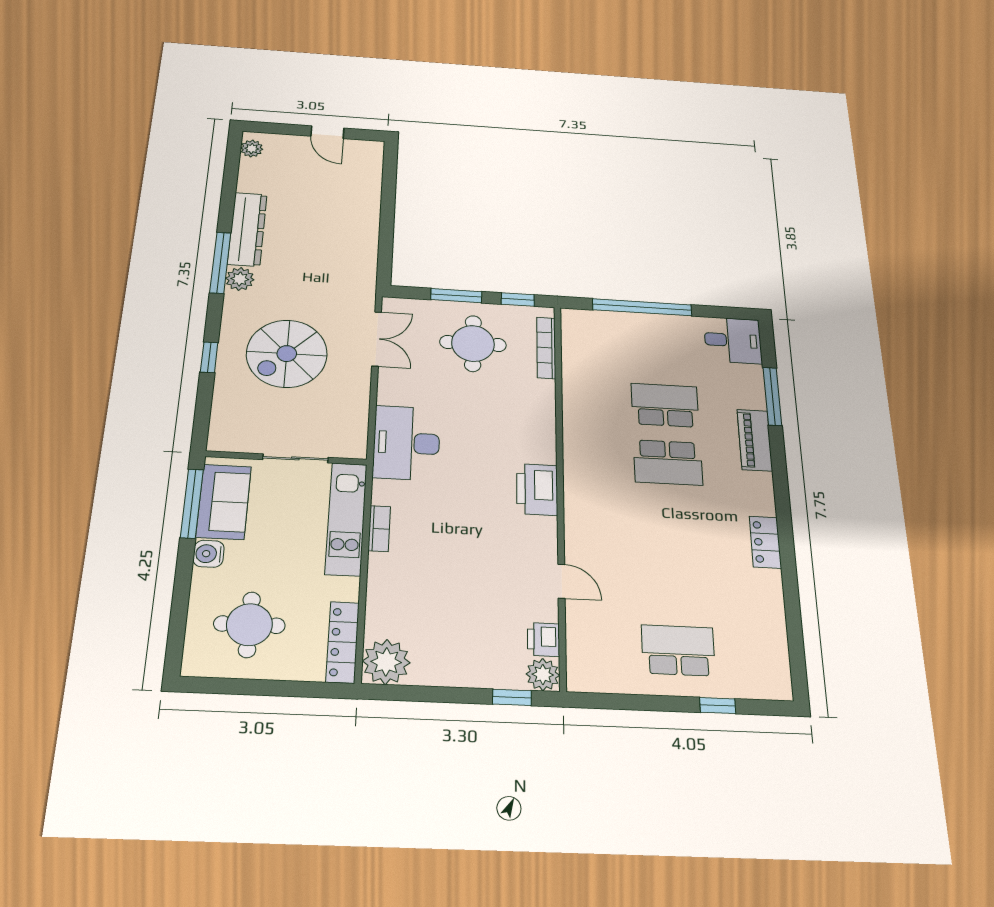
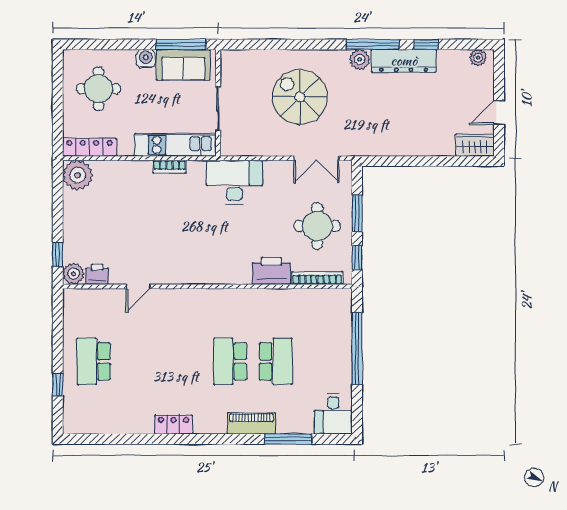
wardrobe: (369, 160) -> (475, 145), added
window: (209, 357) -> (426, 44), moved
printer: (537, 489) -> (271, 271), moved
school desk: (678, 650) -> (94, 361), turned 180

